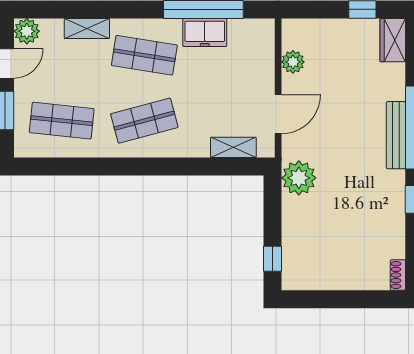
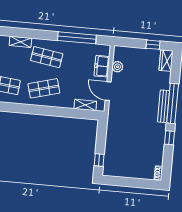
freezer: (205, 32) -> (102, 66), moved, turned 90
door: (278, 114) -> (108, 91), swing flipped
plant: (299, 178) -> (115, 122), removed

